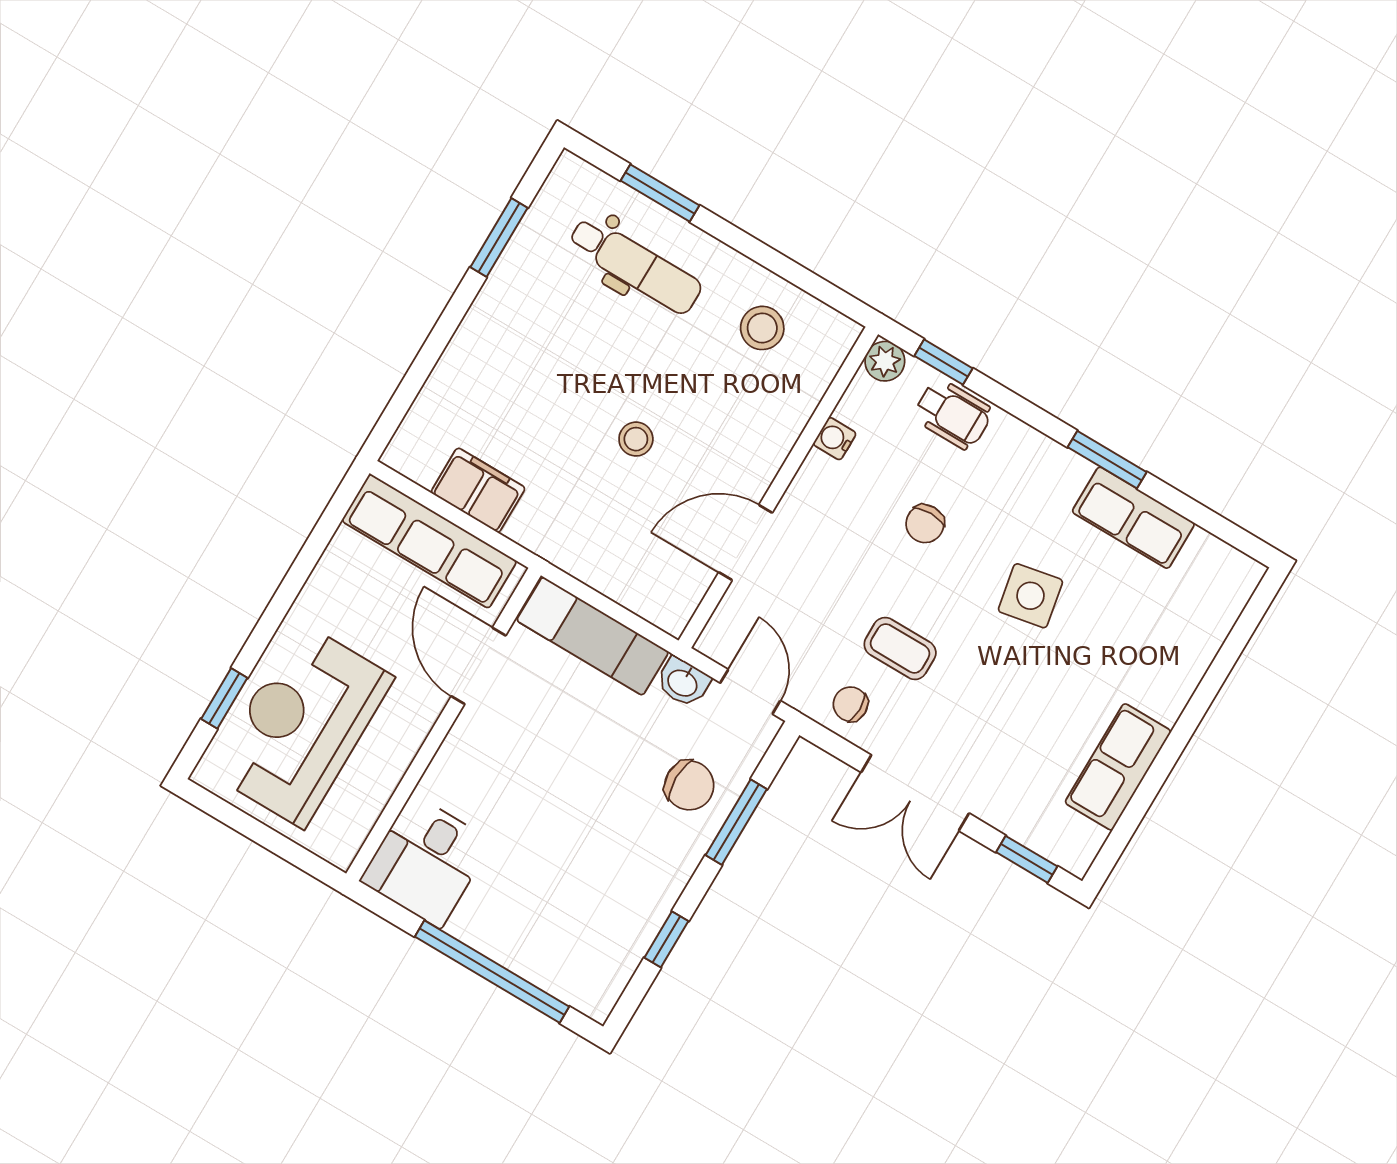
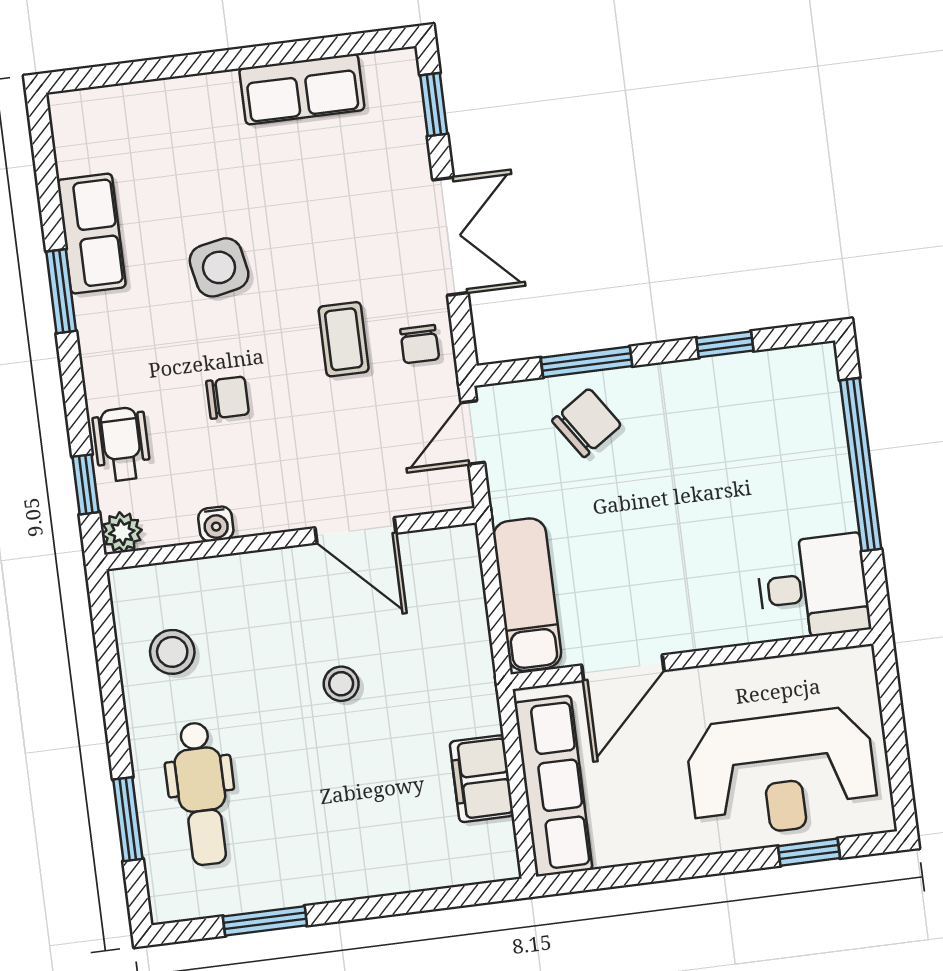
dental chair: (635, 265) -> (202, 794), turned 180
washbasin: (683, 682) -> (507, 493), removed
chair: (689, 785) -> (587, 423), turned 56

